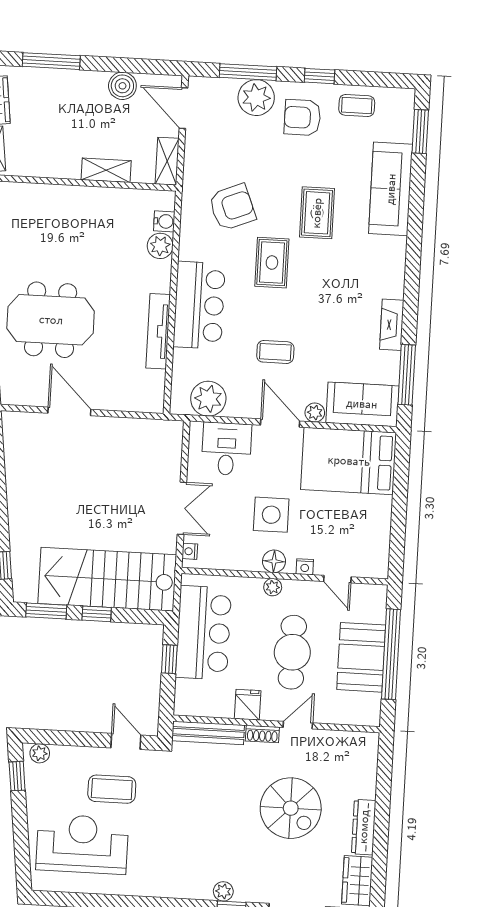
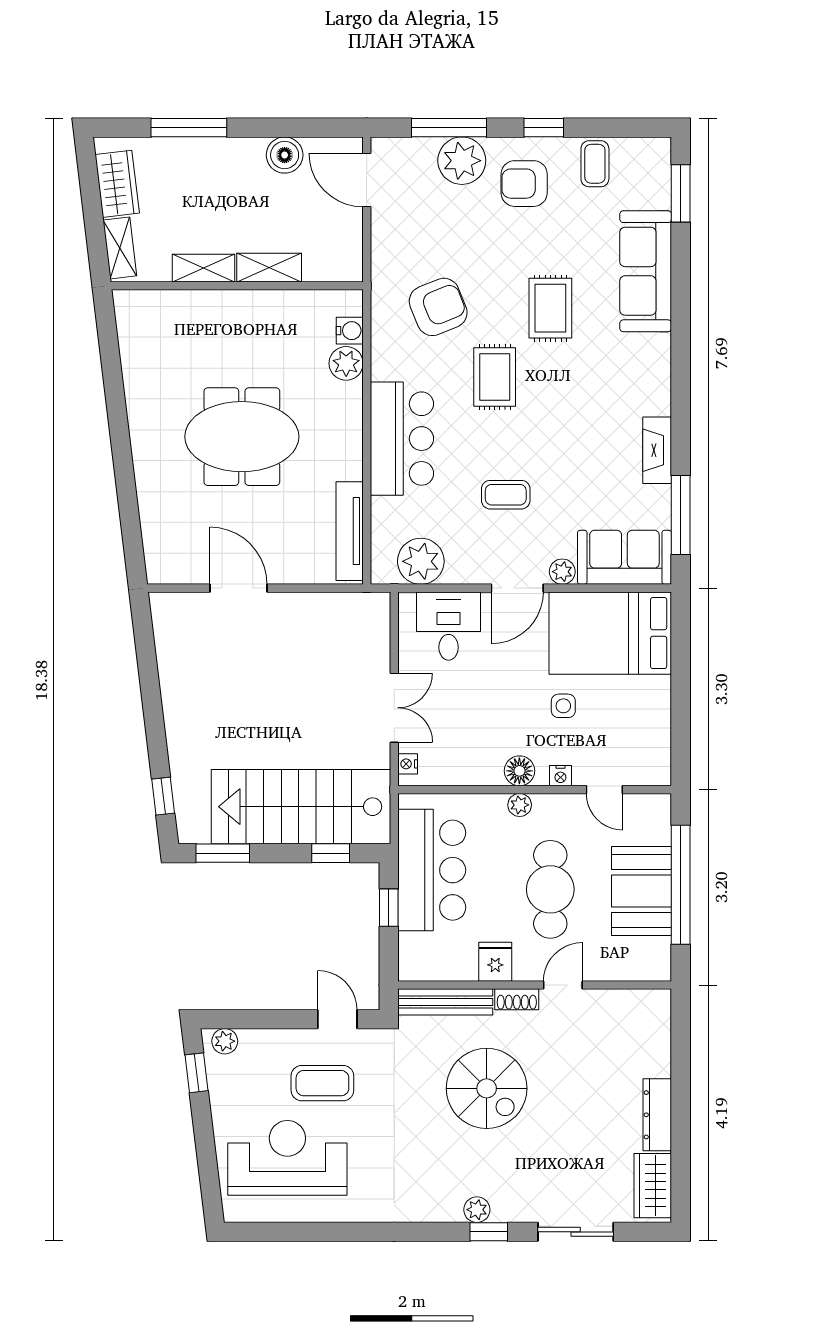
coffee table: (357, 106) -> (595, 164), turned 90
shelving: (167, 161) -> (203, 268), moved, turned 90
meeting table: (51, 320) -> (242, 437), moved
tv unit: (158, 331) -> (350, 531), moved
door: (280, 423) -> (517, 588), swing flipped
side table: (271, 515) -> (563, 706), moved, width x0.54, depth x0.54
window: (97, 614) -> (331, 853), moved
spiral stairs: (291, 808) -> (487, 1088), moved

